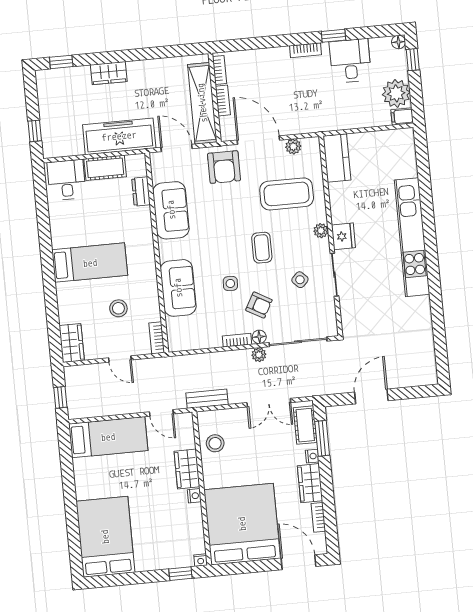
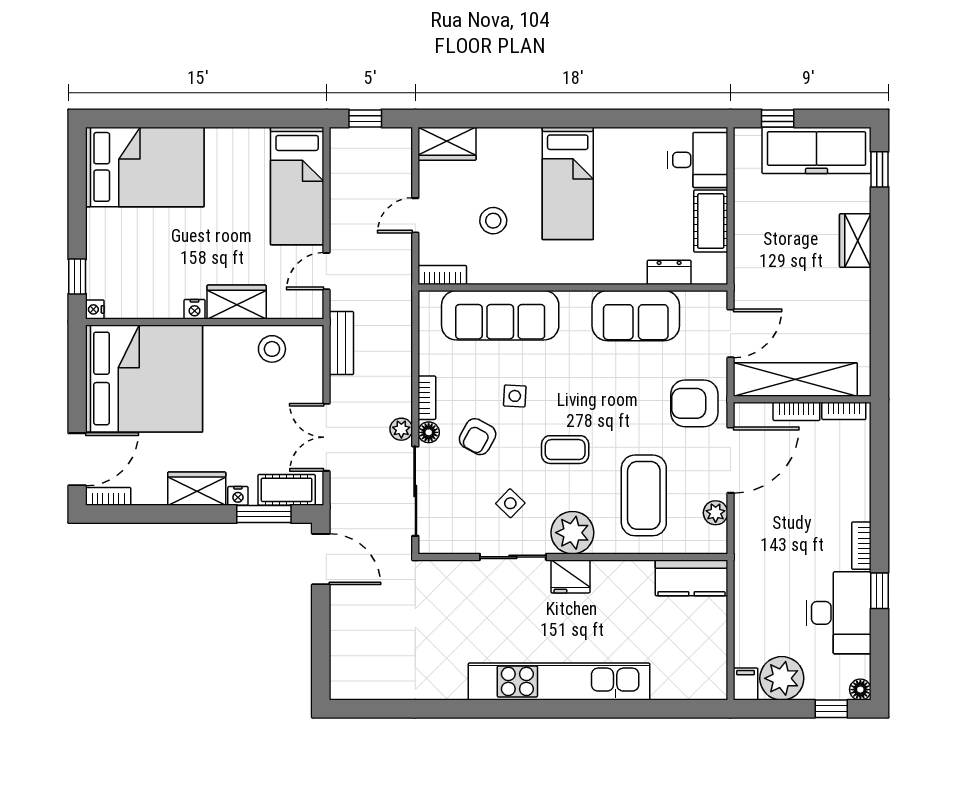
desk: (350, 61) -> (839, 613), width x1.37
freezer: (119, 136) -> (817, 150), moved, turned 90
plant: (321, 231) -> (572, 533), width x1.88, depth x1.88
sofa: (178, 288) -> (500, 315), width x1.36
door: (371, 396) -> (321, 559), moved
bookcase: (318, 517) -> (108, 496), moved

